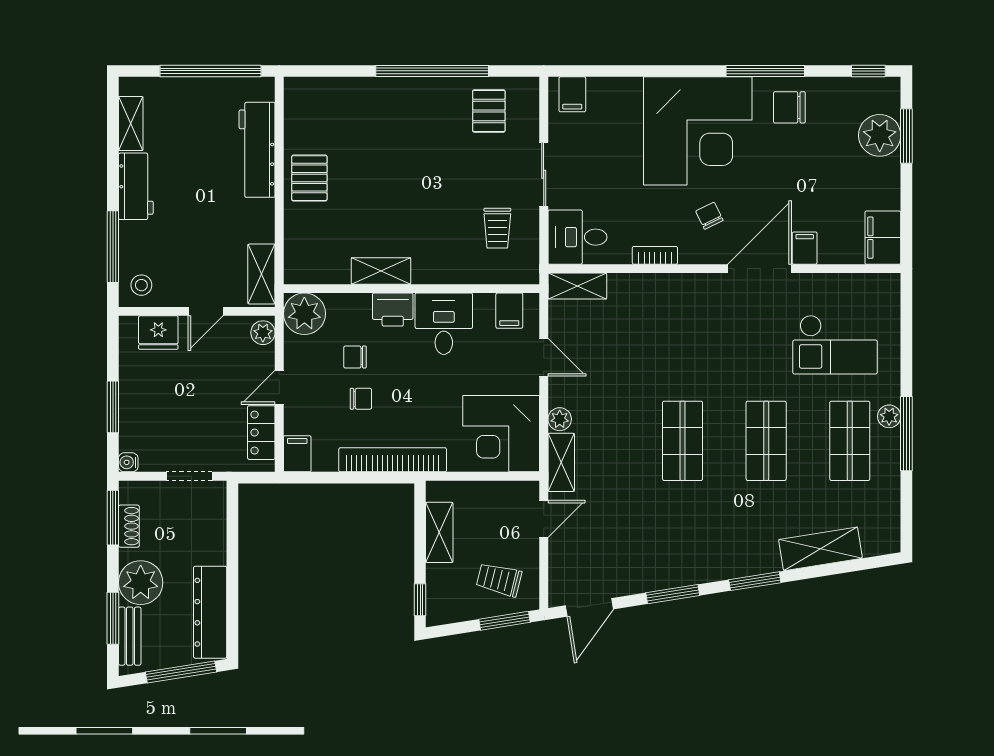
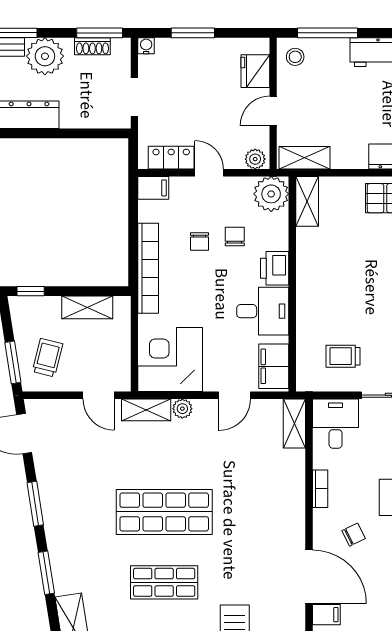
shelving: (381, 271) -> (307, 201), moved
door: (206, 311) -> (273, 111), hinge flipped
filing cabinet: (509, 311) -> (274, 366), width x2.00
shop shelf: (683, 441) -> (164, 512), width x1.43, depth x1.36

